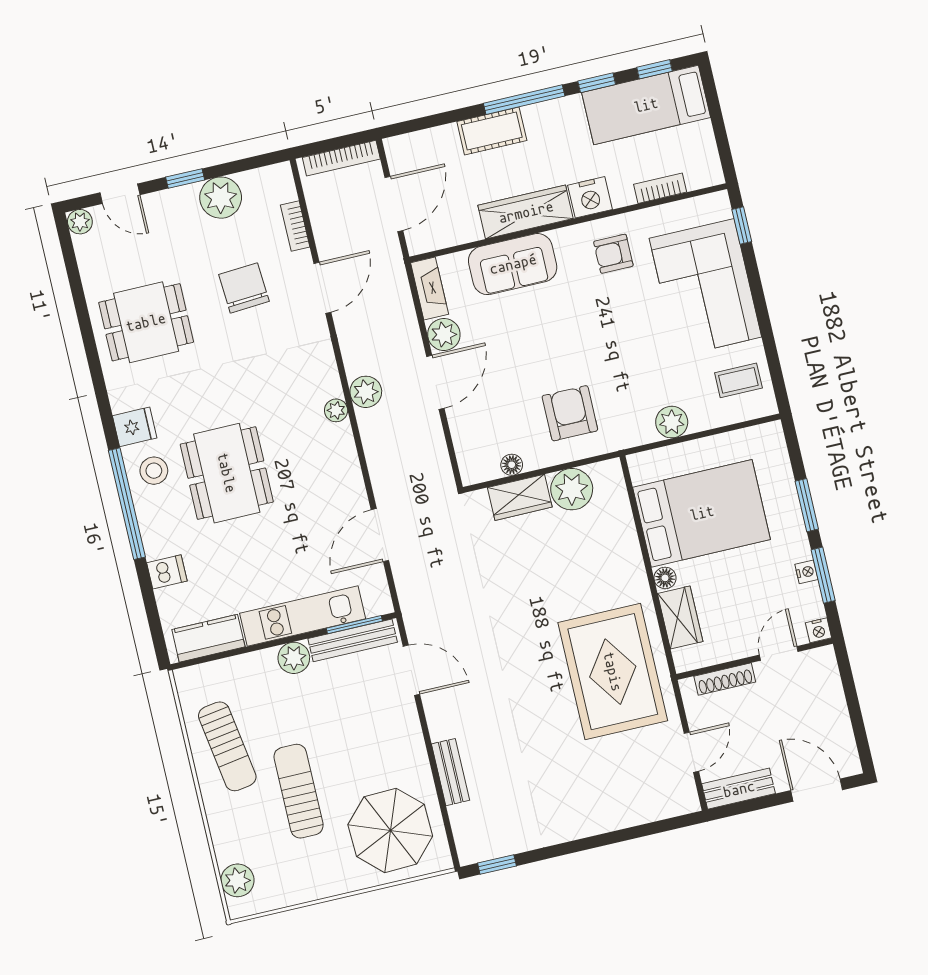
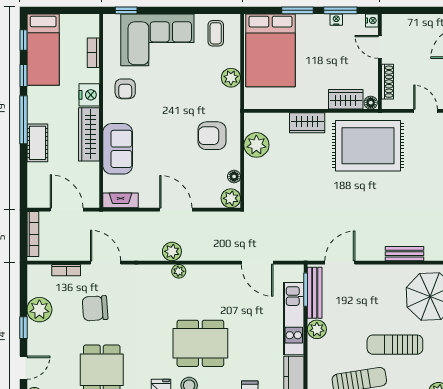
plant: (444, 335) -> (231, 198), moved
wardrobe: (520, 497) -> (307, 123), moved, turned 90
bed: (702, 513) -> (270, 50), moved, turned 180
floor lamp: (665, 578) -> (371, 103), moved

